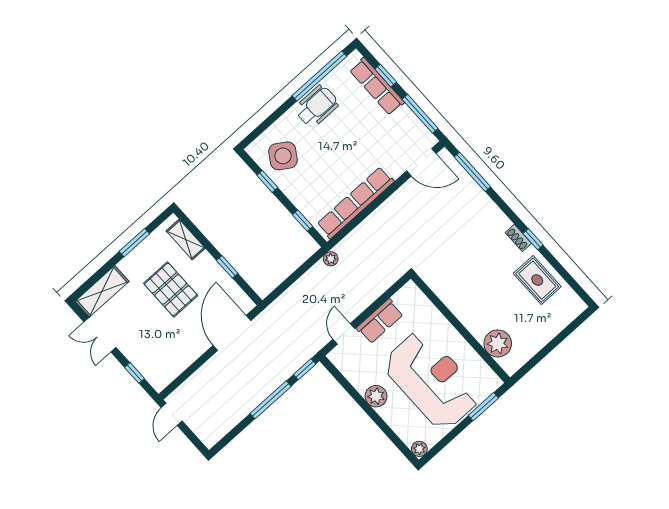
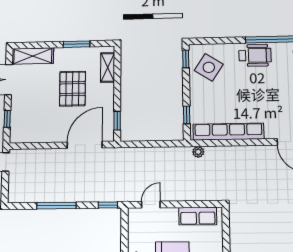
window: (267, 181) -> (186, 59), moved
plant: (331, 259) -> (198, 152), moved
window: (227, 267) -> (117, 121), moved
row of seats: (380, 321) -> (198, 216), moved
window: (271, 400) -> (56, 206), moved

